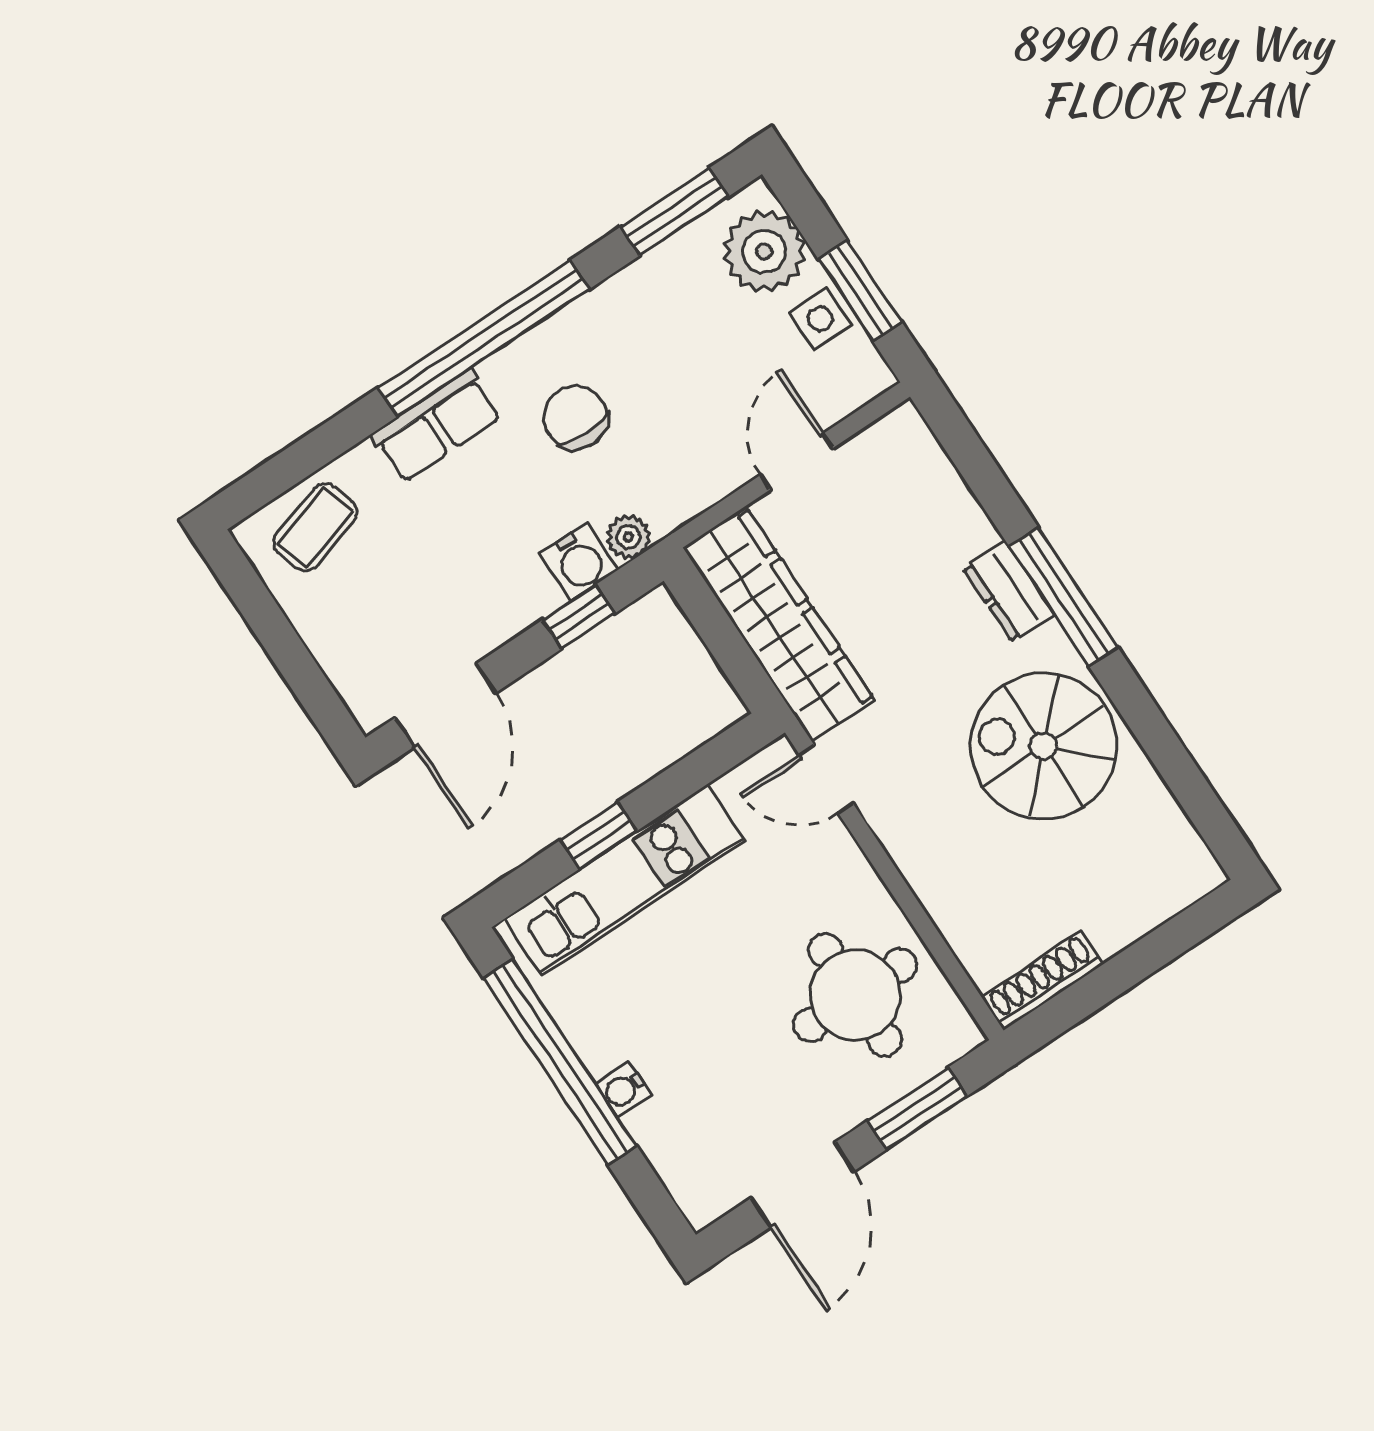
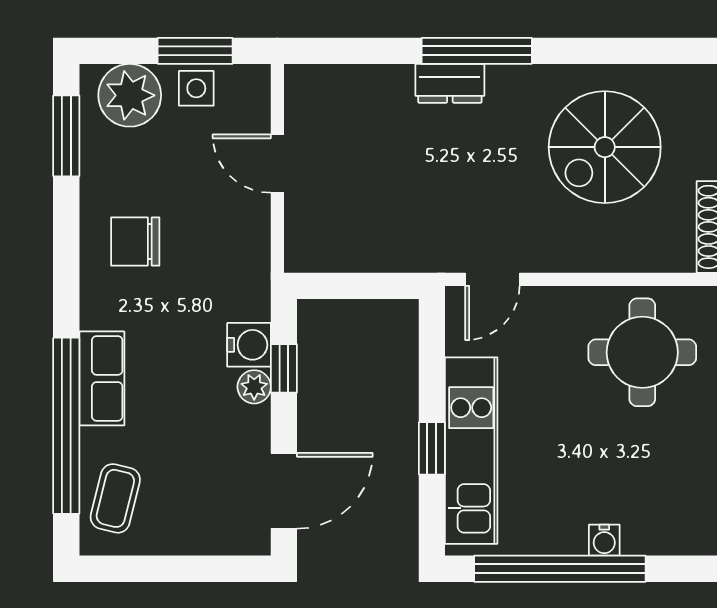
window: (484, 338) -> (66, 426), moved
chair: (576, 417) -> (135, 242), moved
coffee table: (315, 527) -> (115, 498), turned 31
plant: (628, 537) -> (254, 387), moved
wardrobe: (779, 624) -> (373, 244), removed
door: (445, 705) -> (284, 491), hinge flipped
spiral stairs: (1043, 746) -> (605, 147), moved

